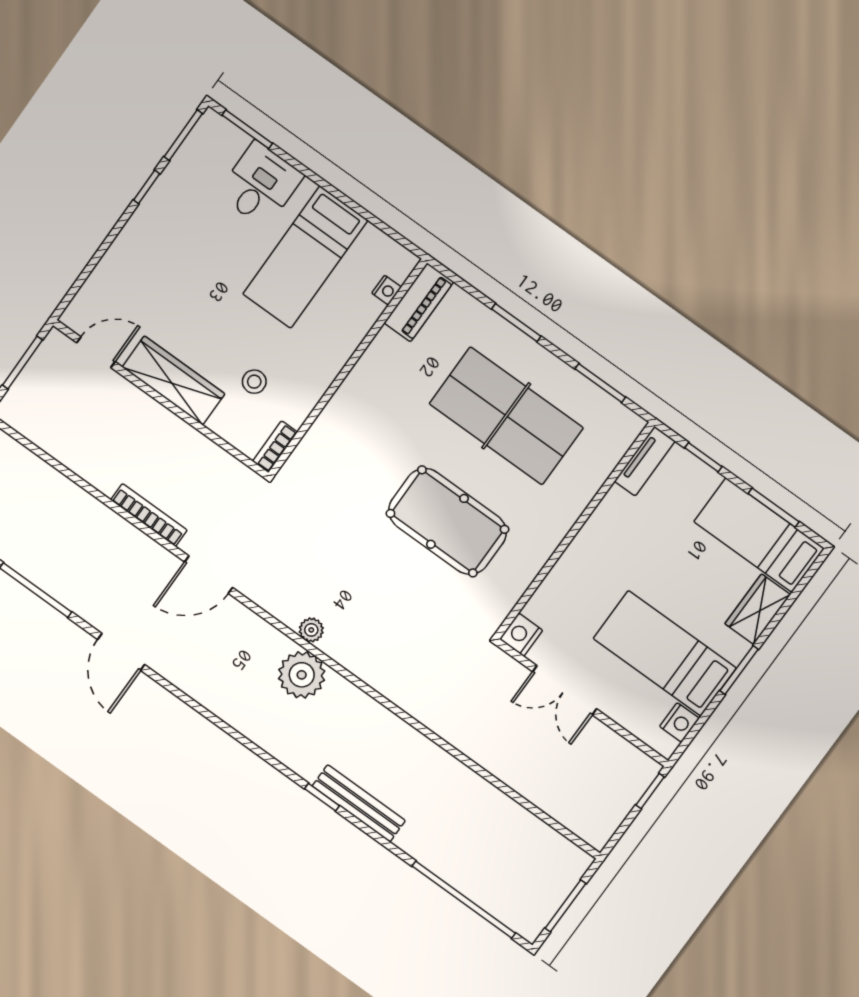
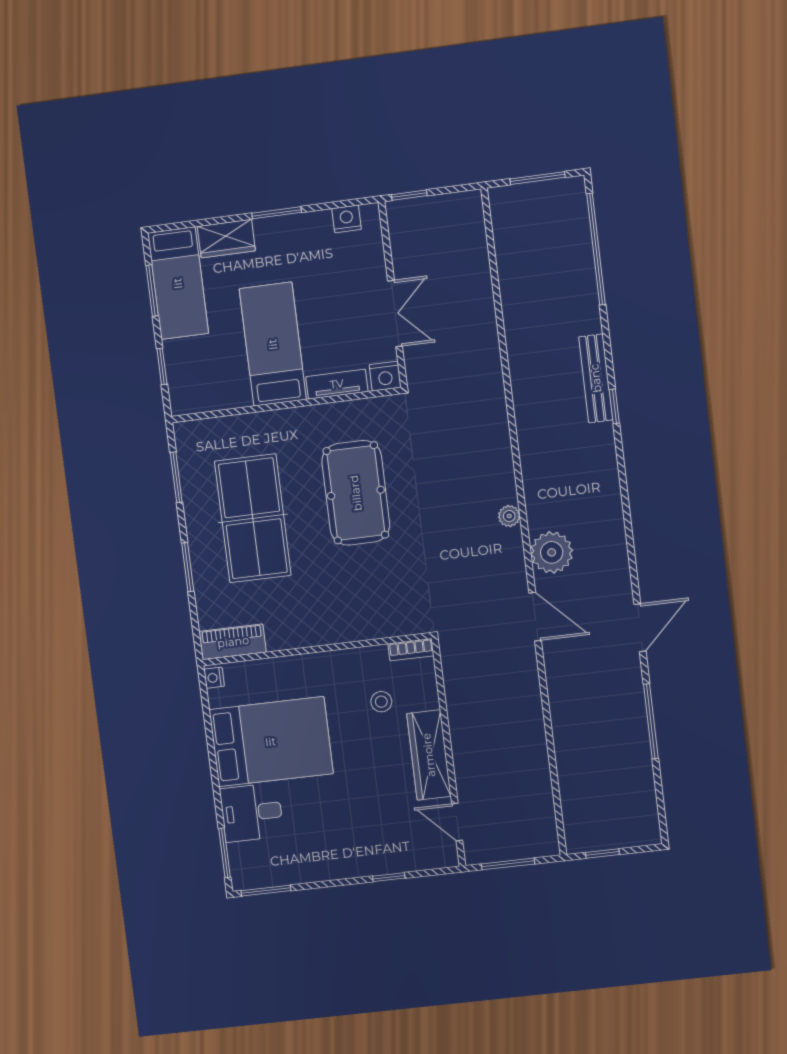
window: (147, 187) -> (389, 877), moved
bed: (305, 257) -> (271, 742), width x1.50
nightstand: (387, 290) -> (214, 678), moved, turned -90
tv unit: (645, 461) -> (337, 384), moved
bookcase: (149, 515) -> (532, 691), removed
bed: (665, 653) -> (273, 344), moved, turned 180
plant: (302, 675) -> (552, 552), moved

